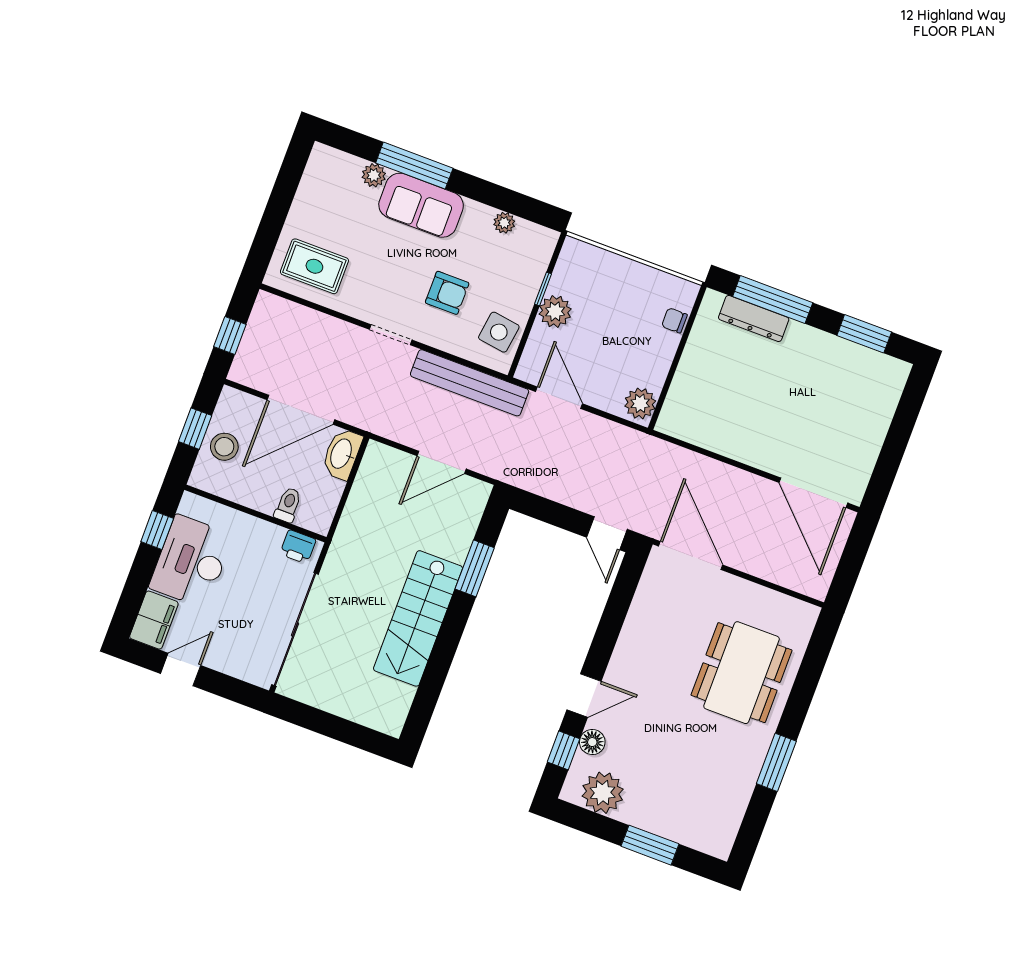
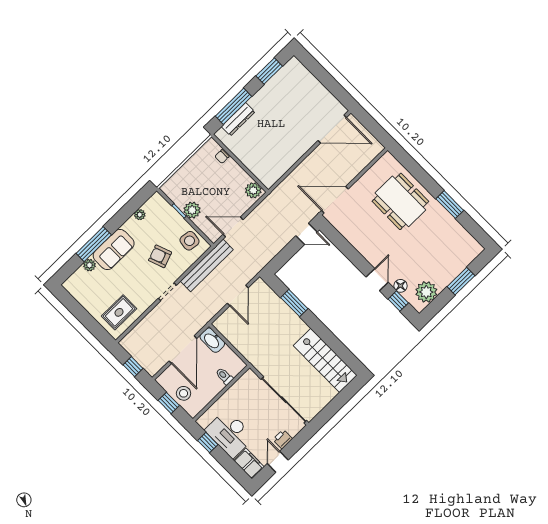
armchair: (447, 293) -> (160, 256), turned -110
printer: (298, 547) -> (283, 439), moved, turned 180
stairs: (418, 618) -> (325, 360), moved

